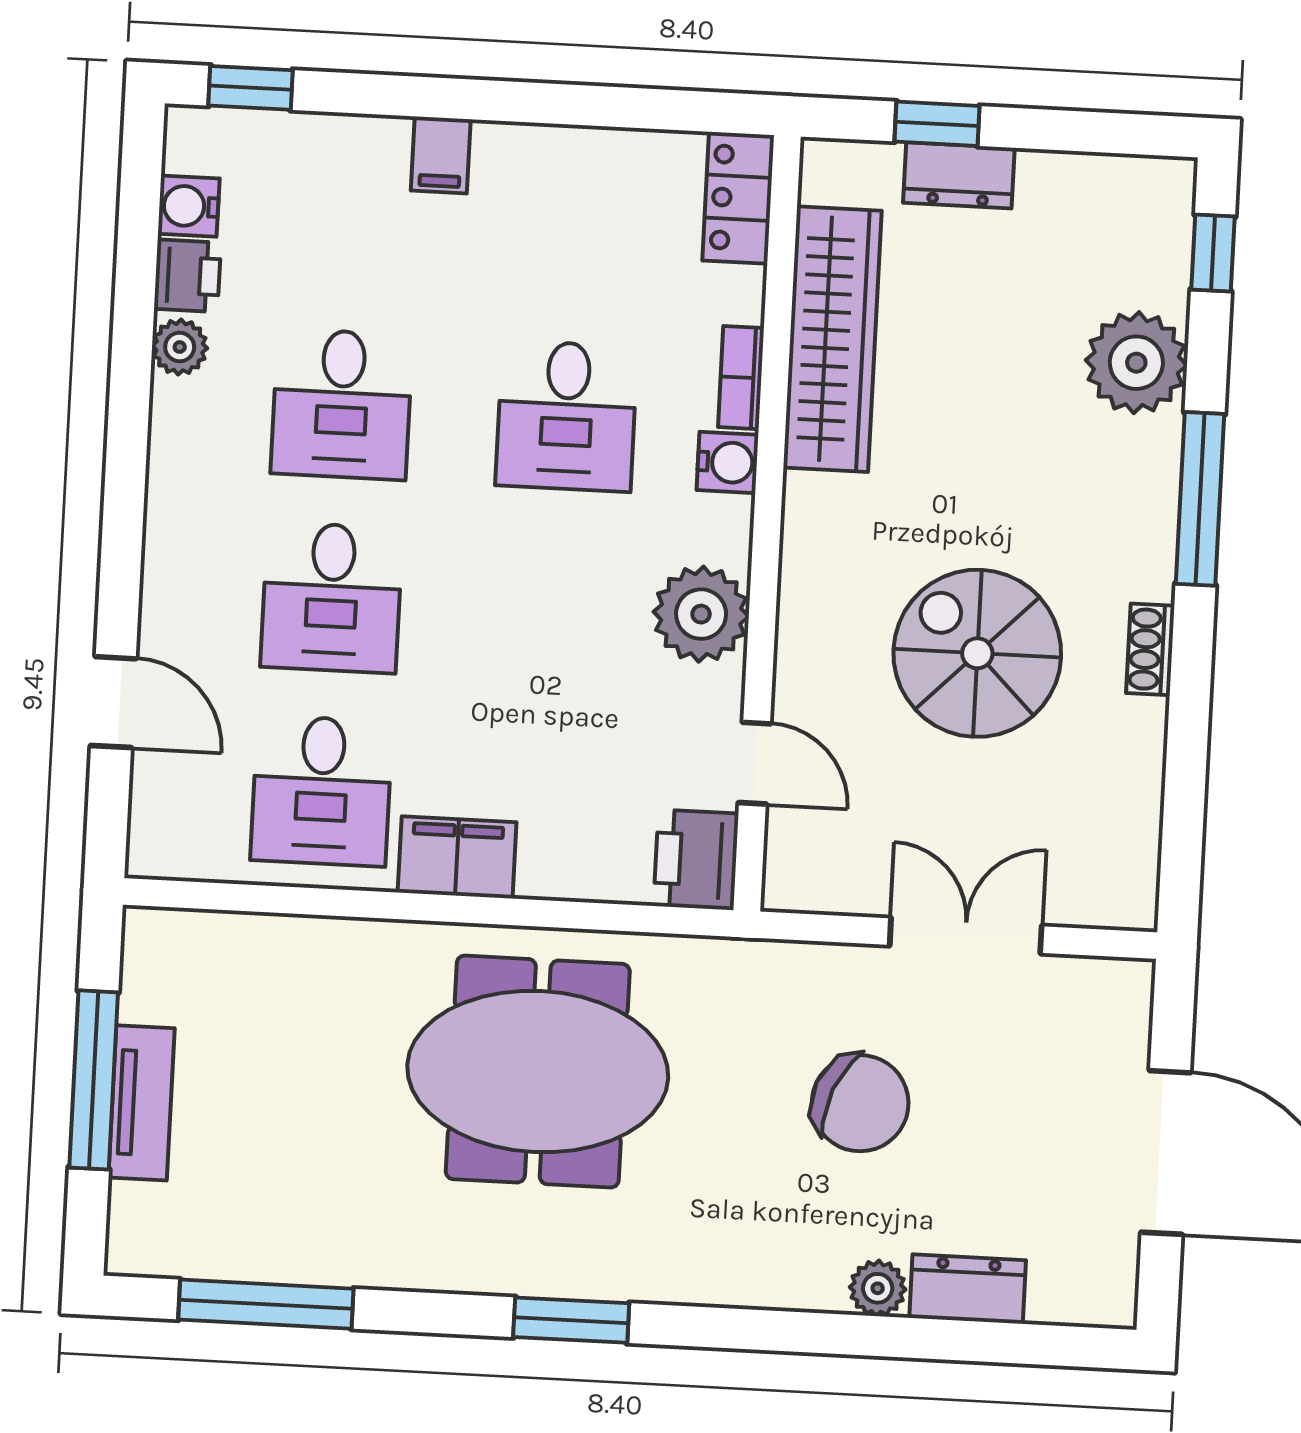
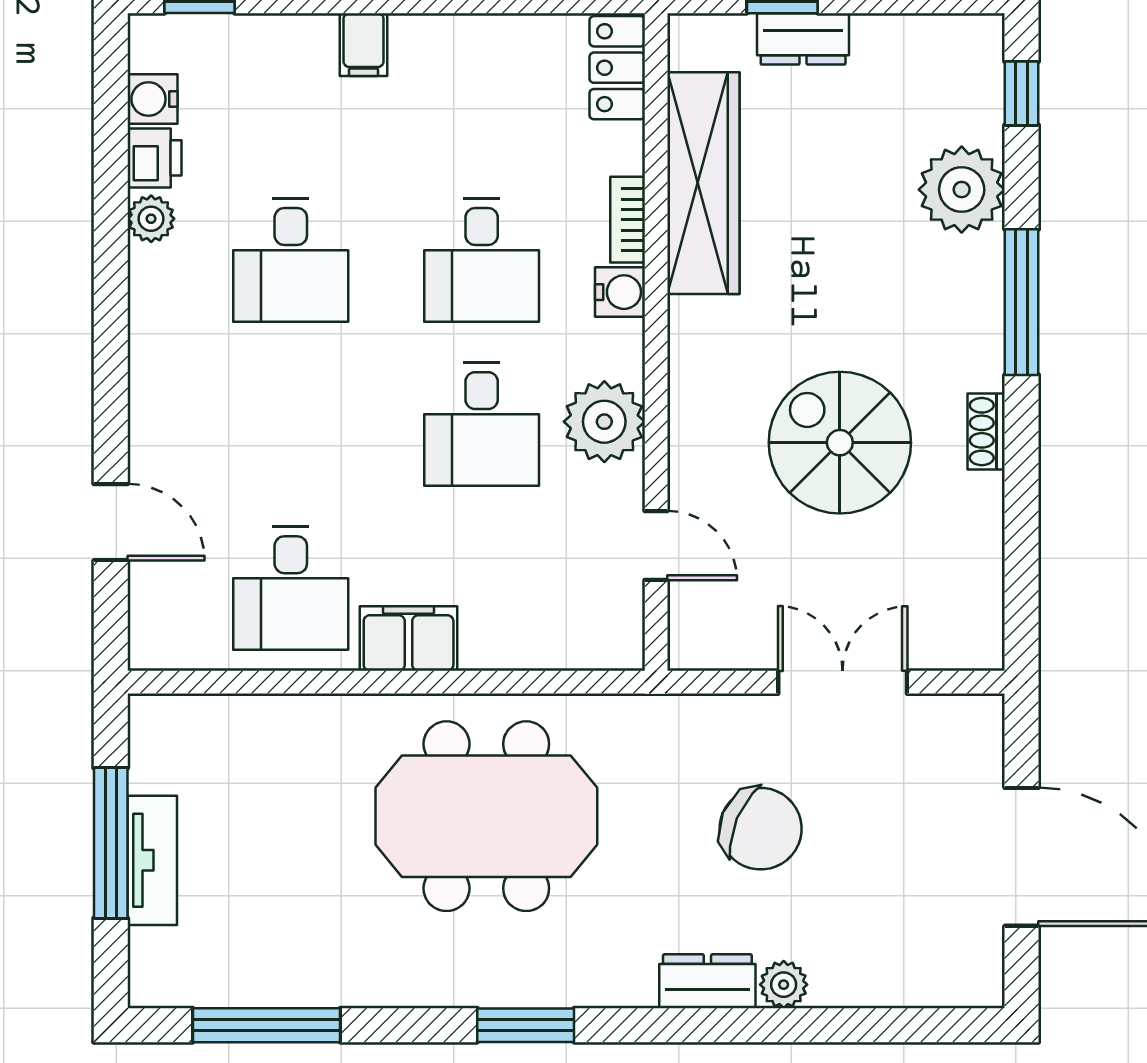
desk: (332, 597) -> (482, 424), moved
printer: (696, 860) -> (611, 630), removed
dresser: (968, 1289) -> (707, 981), moved

